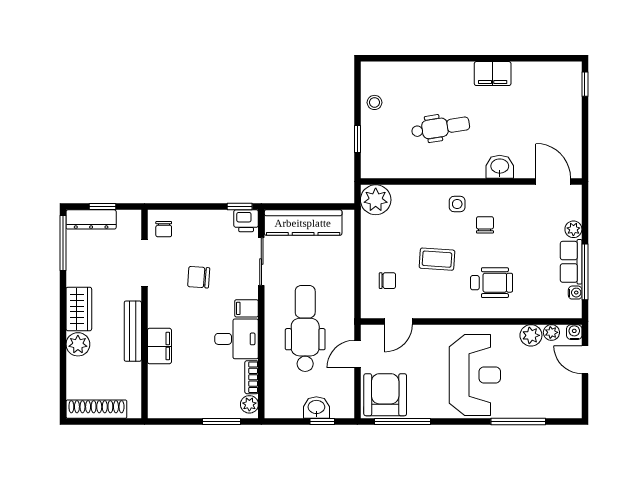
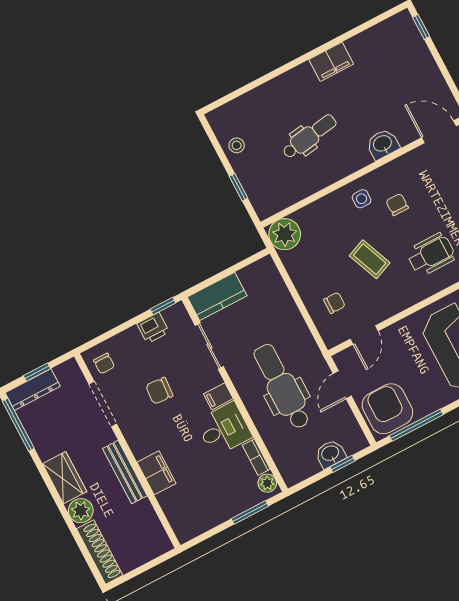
printer: (246, 221) -> (153, 328), moved
kitchen counter: (303, 223) -> (217, 296), width x0.67
coffee table: (437, 259) -> (370, 259), turned 64
shoe rack: (96, 409) -> (100, 552), moved, turned 90

